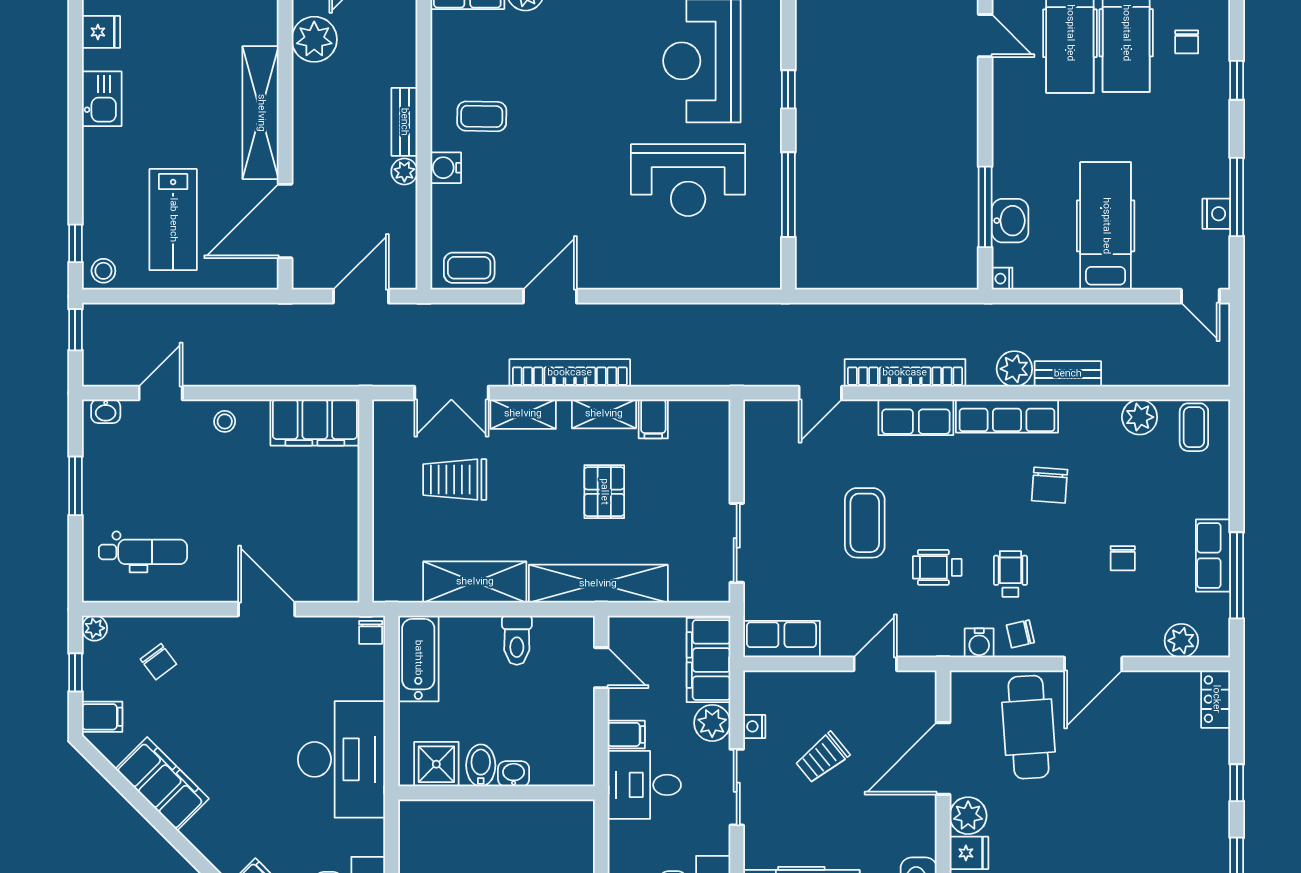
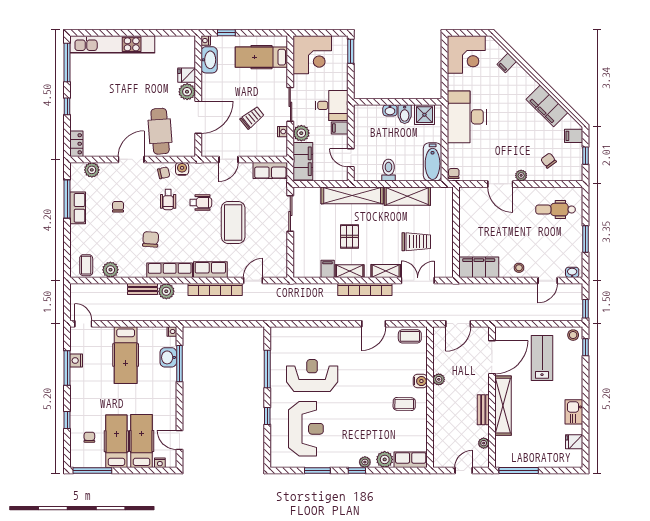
plant: (314, 39) -> (484, 443), width x0.53, depth x0.53
bench: (404, 122) -> (483, 410), moved
coffee table: (865, 523) -> (233, 222), width x1.36, depth x1.32
plant: (95, 628) -> (521, 175), moved

